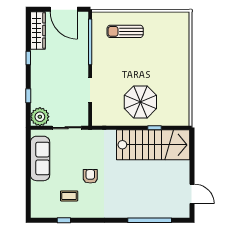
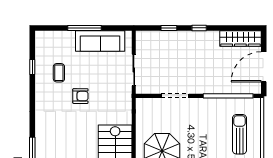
window: (28, 58) -> (199, 28), moved
plant: (40, 117) -> (146, 41), removed
window: (28, 173) -> (84, 28), added

